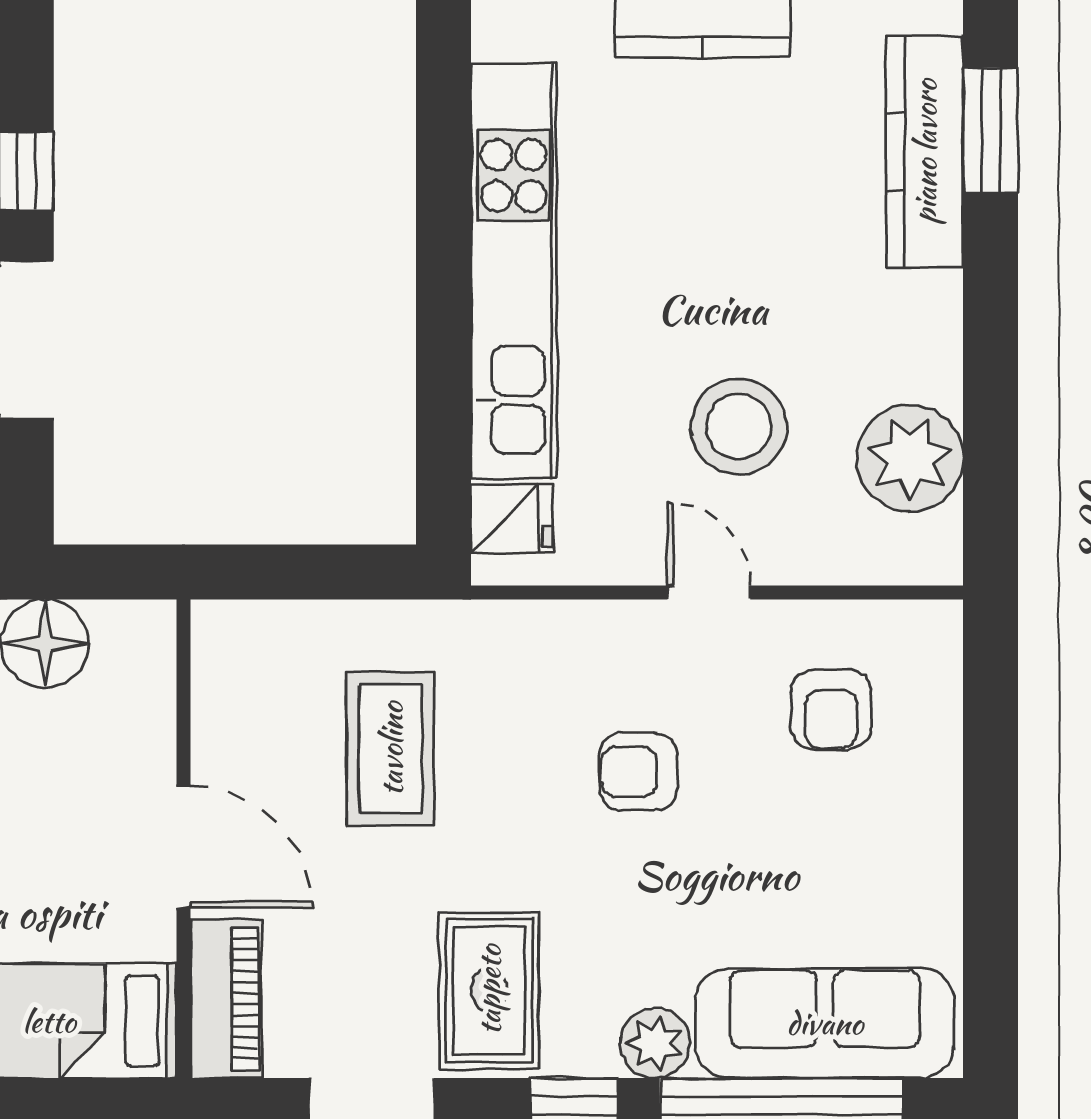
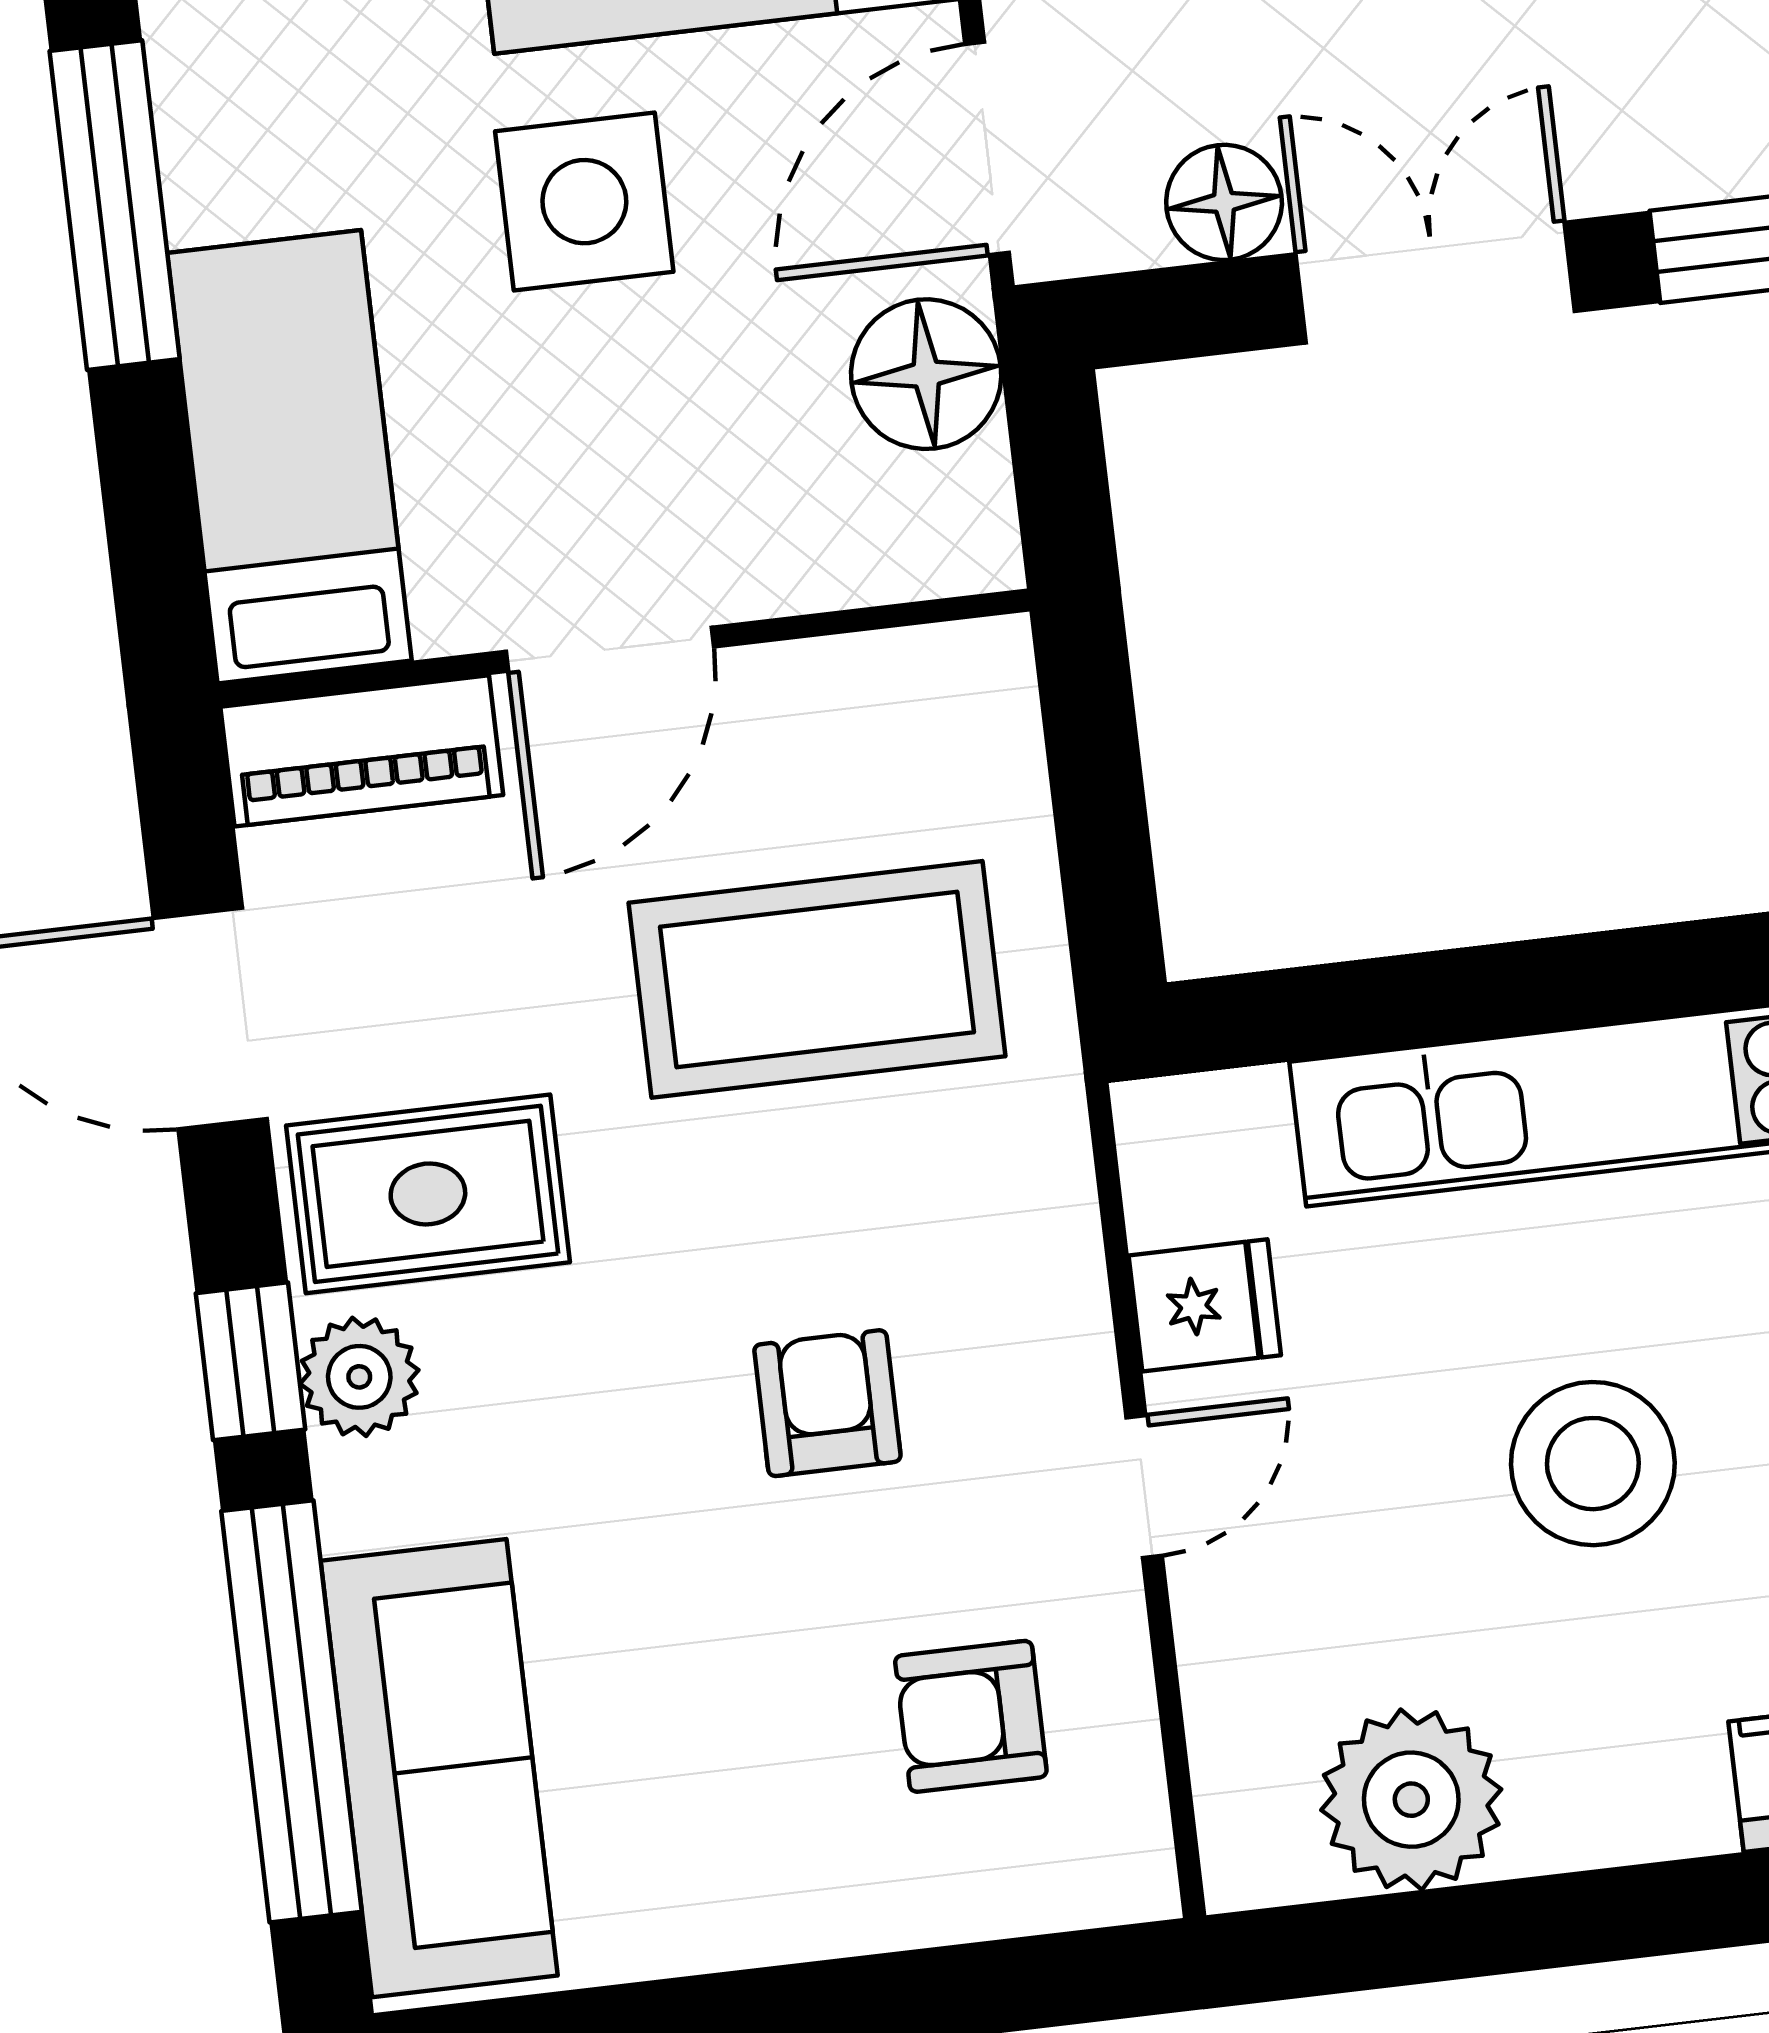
stool: (739, 427) -> (1593, 1464), moved
fridge: (512, 519) -> (1205, 1305), moved, turned -90
coffee table: (391, 749) -> (817, 979), width x1.36, depth x1.32
plant: (655, 1043) -> (359, 1377), moved

